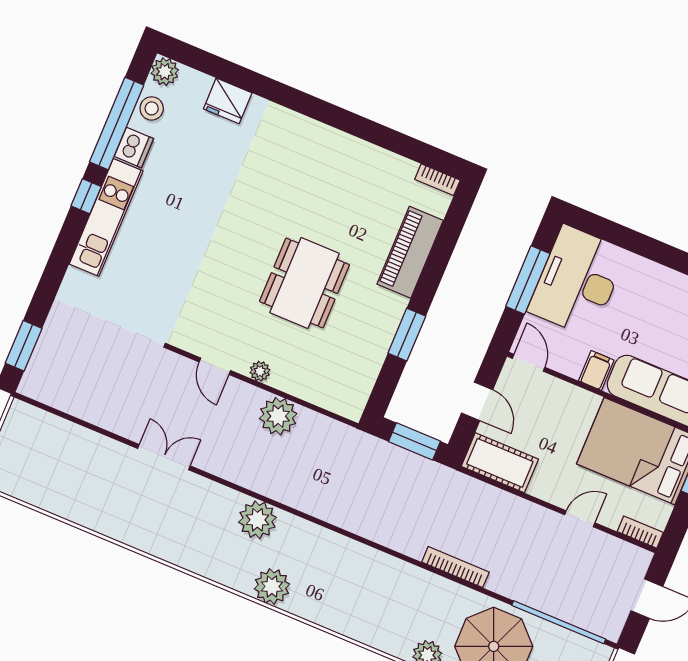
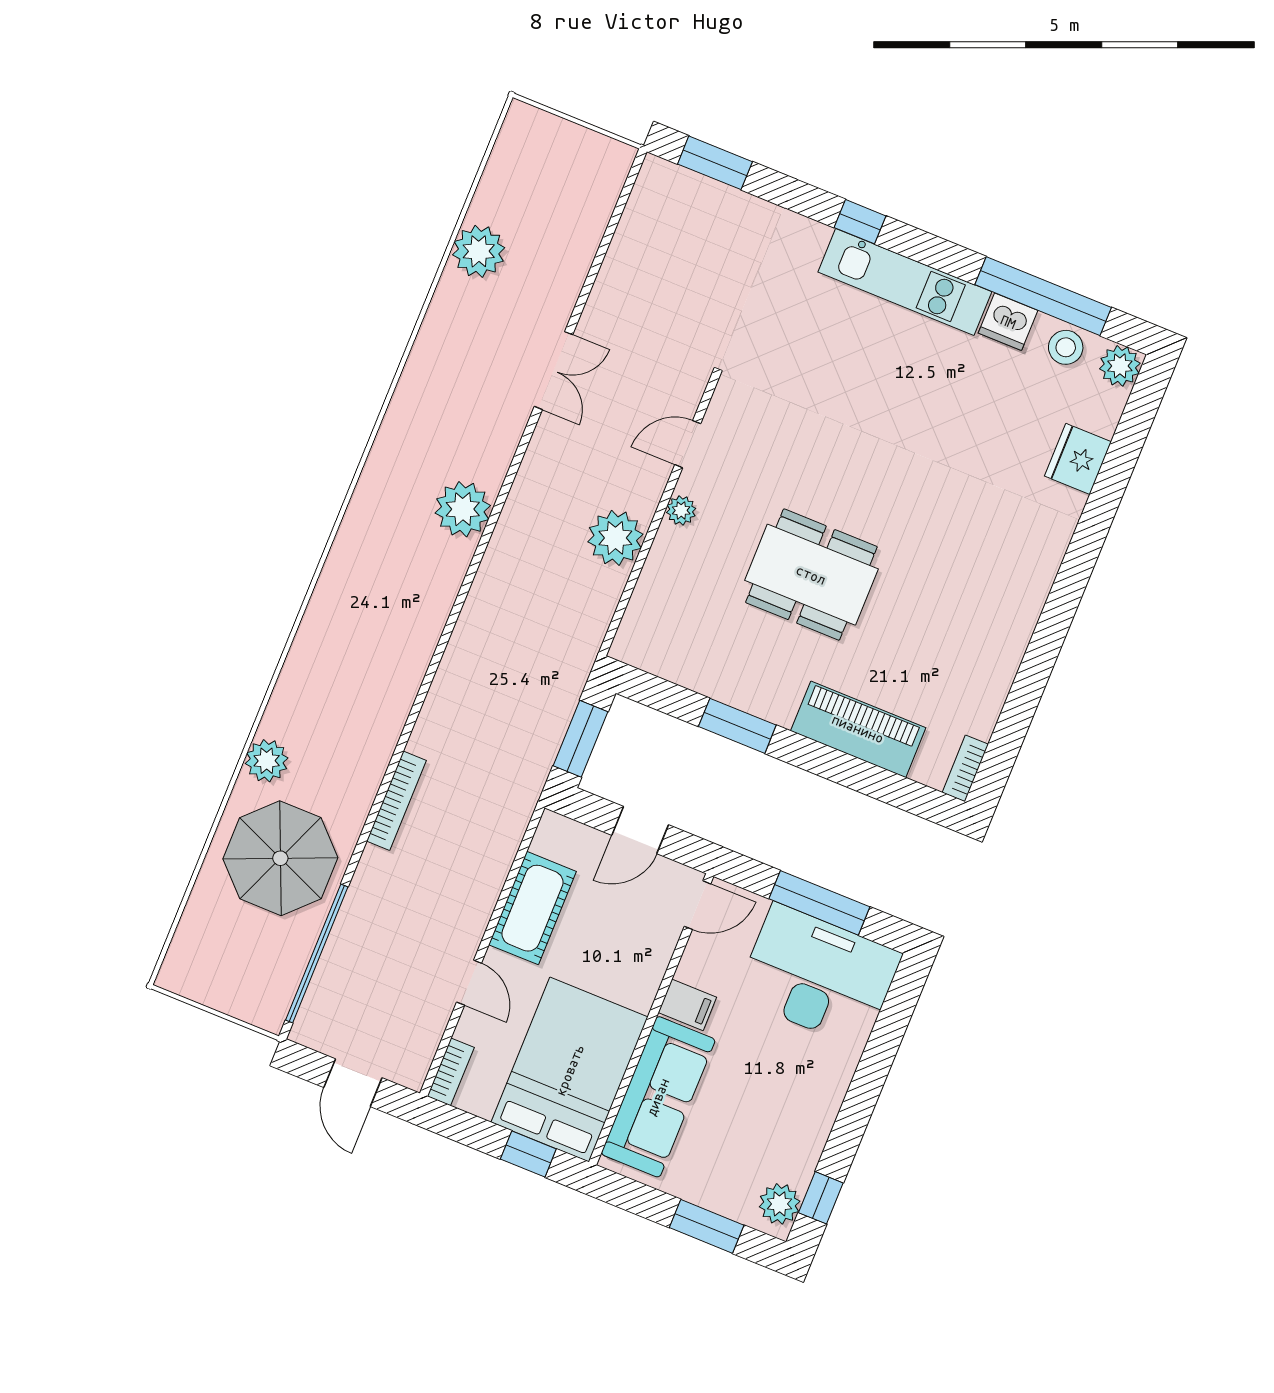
window: (86, 196) -> (860, 222), moved
cot: (500, 463) -> (532, 908), moved
plant: (272, 586) -> (479, 251), moved

